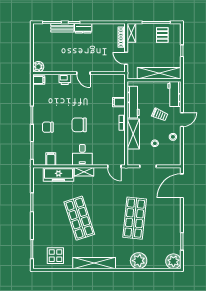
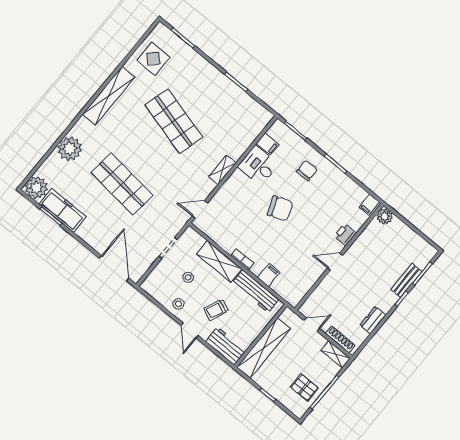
dresser: (83, 28) -> (373, 320), moved
chair: (79, 125) -> (280, 208), turned 70
desk: (82, 155) -> (258, 166), moved
freezer: (58, 174) -> (63, 210), moved, turned 90
shop shelf: (79, 218) -> (174, 121), turned 33

